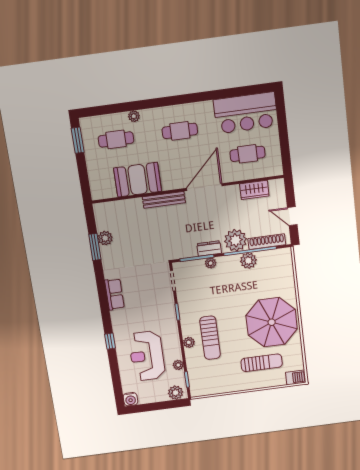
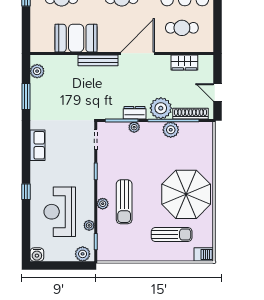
plant: (105, 238) -> (37, 71), moved

